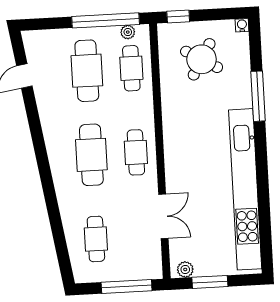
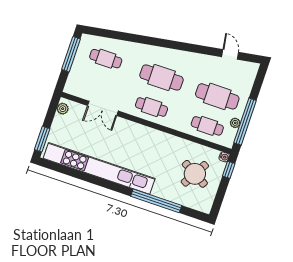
water cooler: (242, 25) -> (224, 157), moved
plant: (128, 32) -> (235, 123), moved
window: (258, 96) -> (156, 201), width x1.46
window: (210, 282) -> (42, 139), moved
window: (127, 286) -> (71, 54), moved

